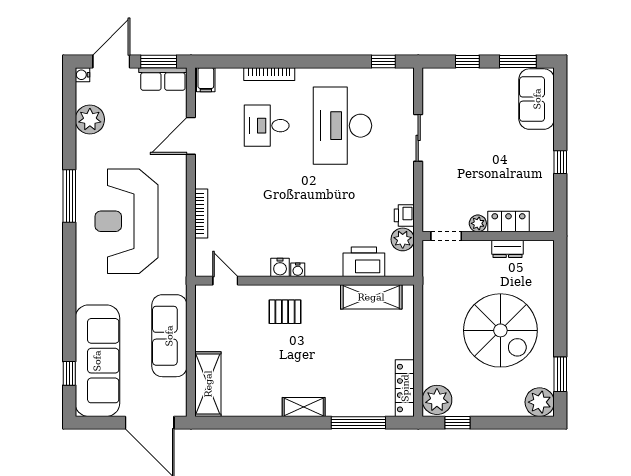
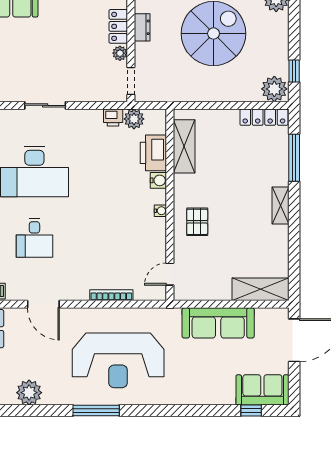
water cooler: (280, 267) -> (158, 180), moved
sofa: (97, 361) -> (262, 390), width x0.54, depth x0.79

